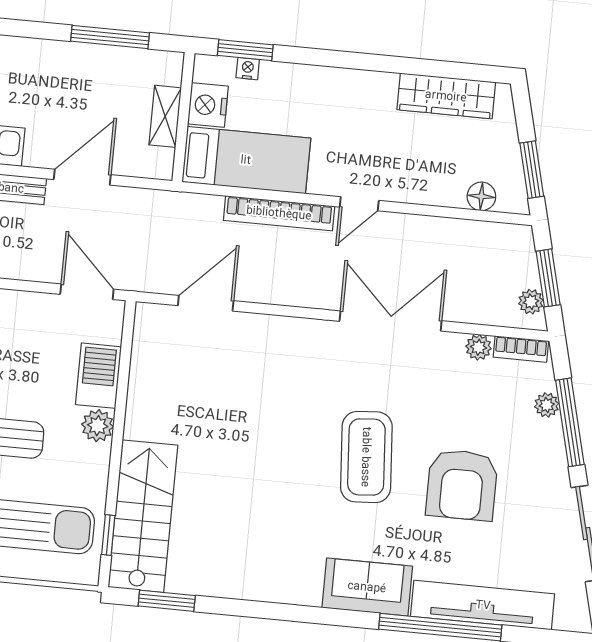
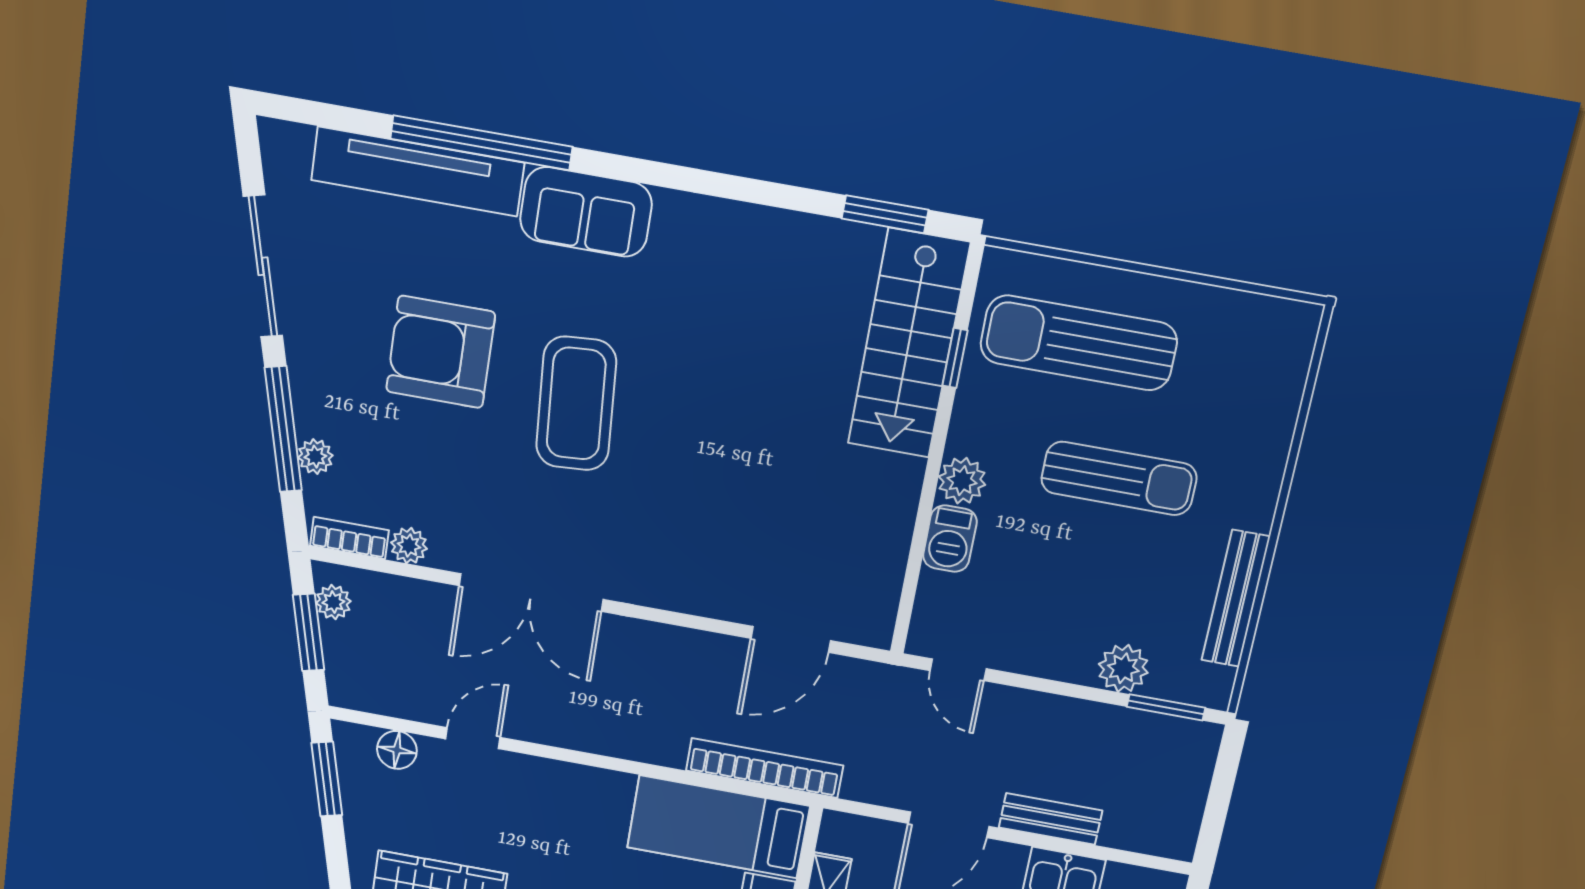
door: (359, 204) -> (473, 738), moved
bookcase: (279, 213) -> (765, 768), moved
door: (87, 292) -> (958, 670), width x0.73
barbecue: (99, 376) -> (950, 539), width x0.73, depth x0.79
armchair: (462, 485) -> (441, 352), turned -90
window: (108, 535) -> (955, 358), moved

